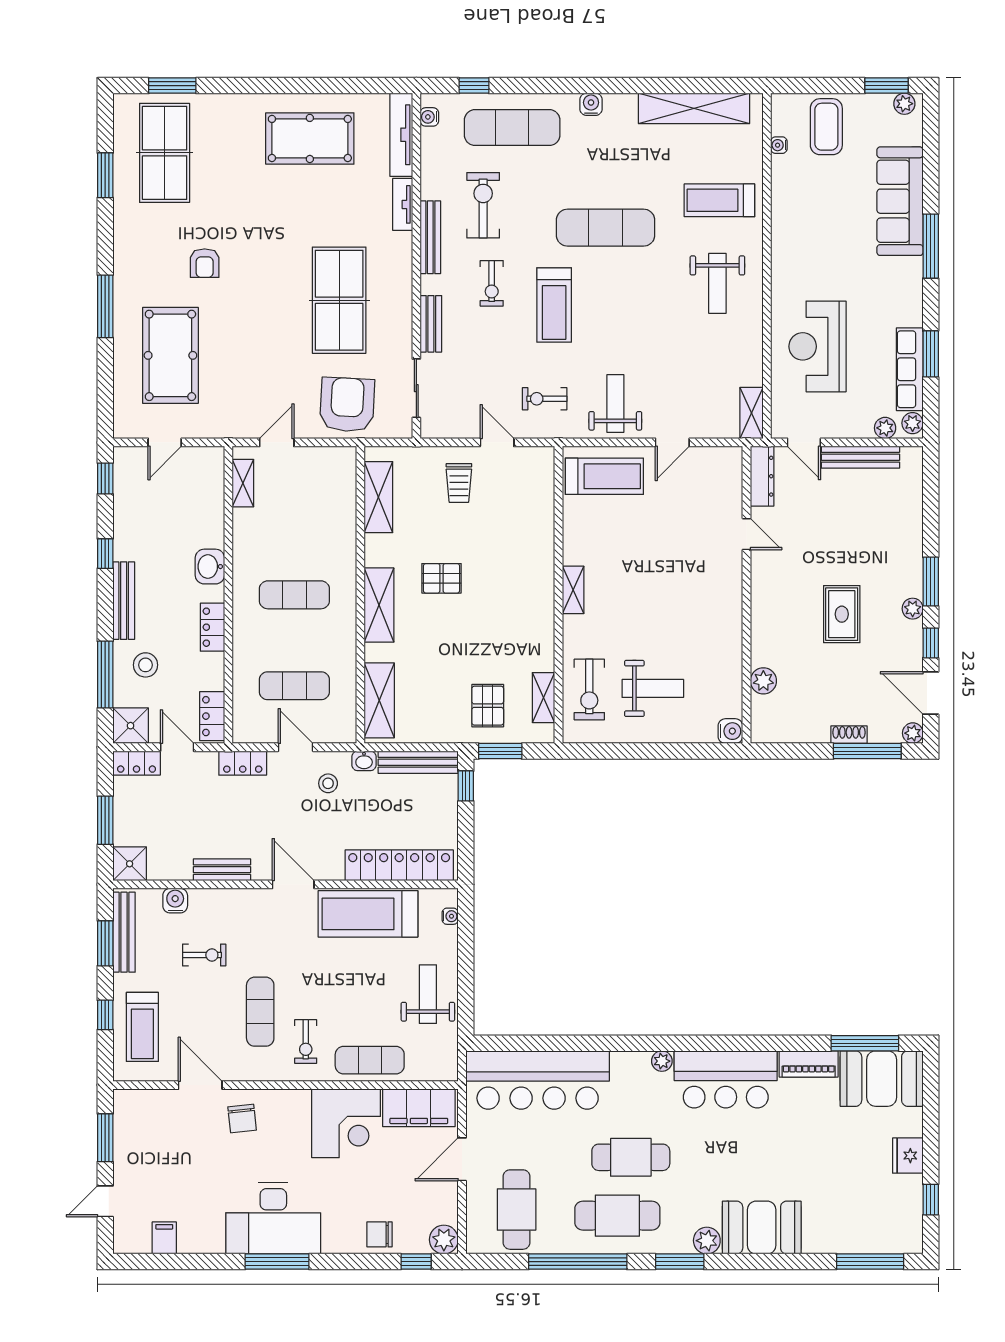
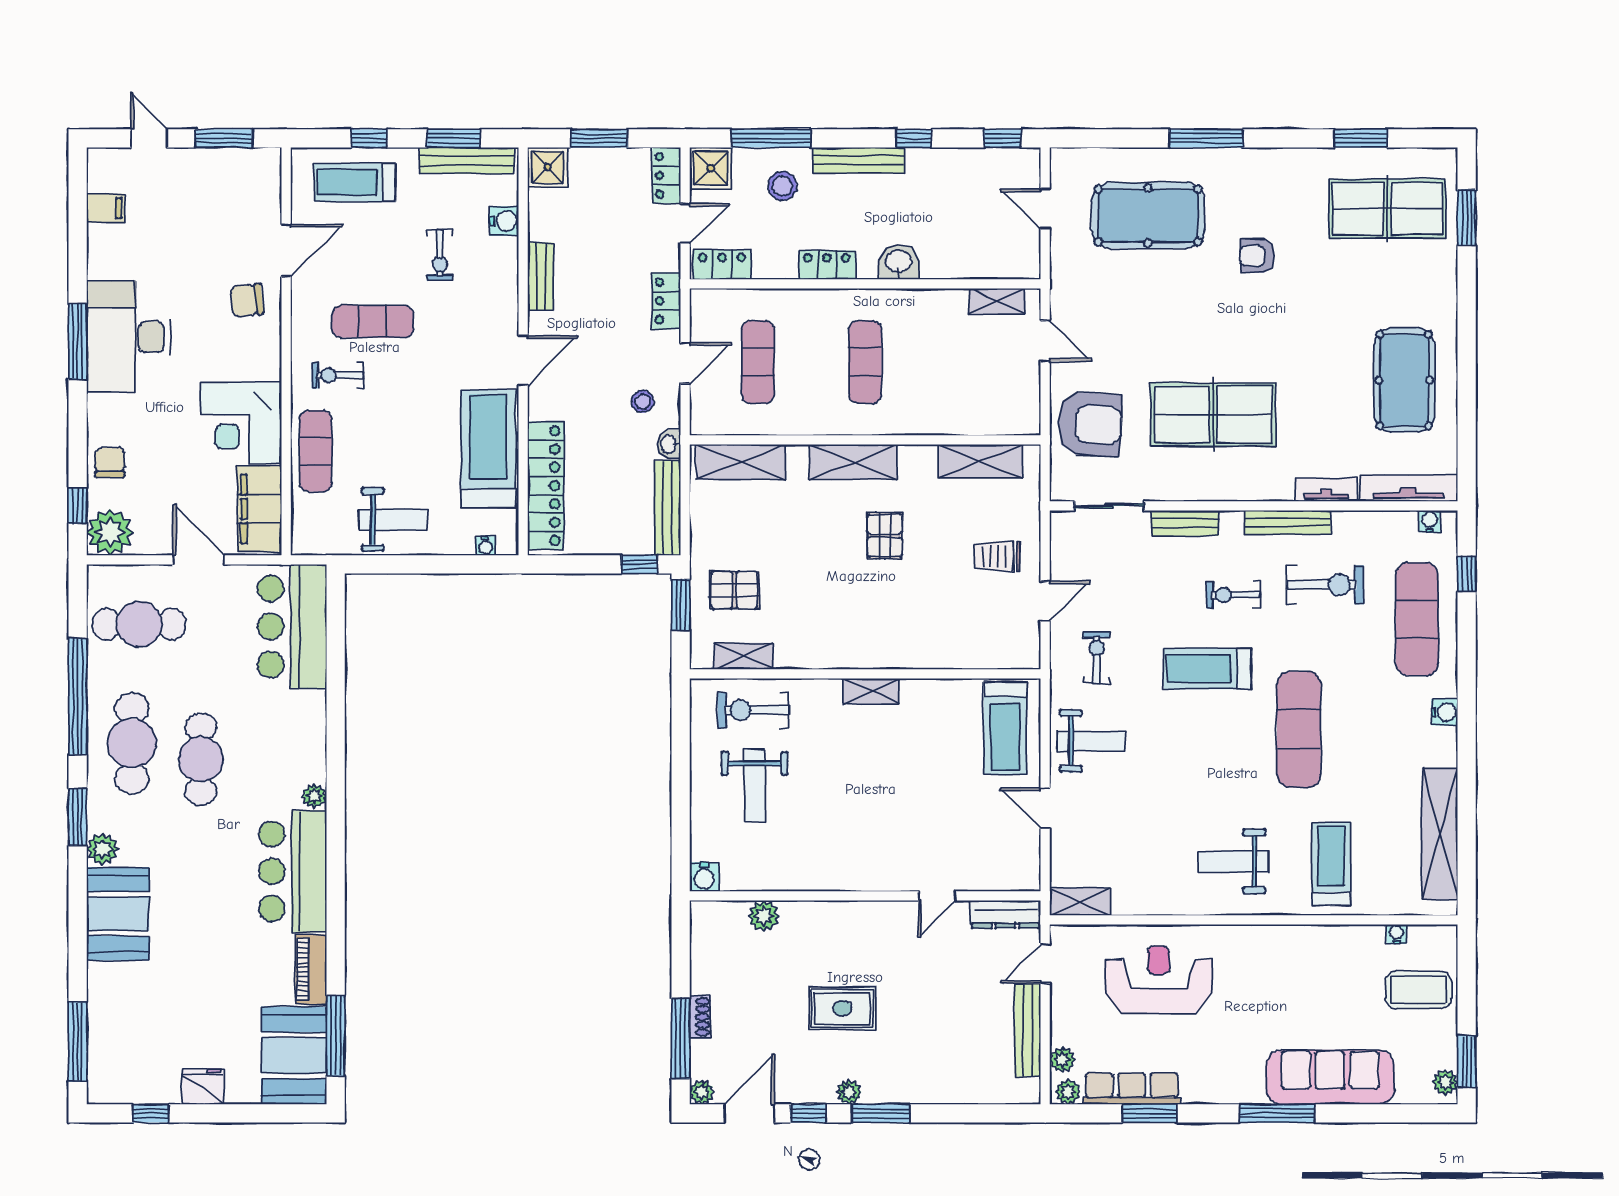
bar counter: (538, 1080) -> (292, 627), width x0.73
plant: (444, 1240) -> (110, 532), width x1.36, depth x1.36

